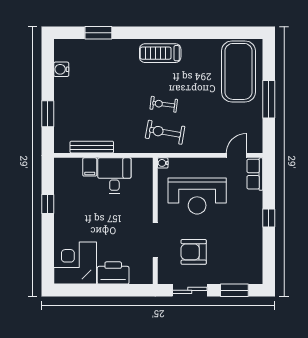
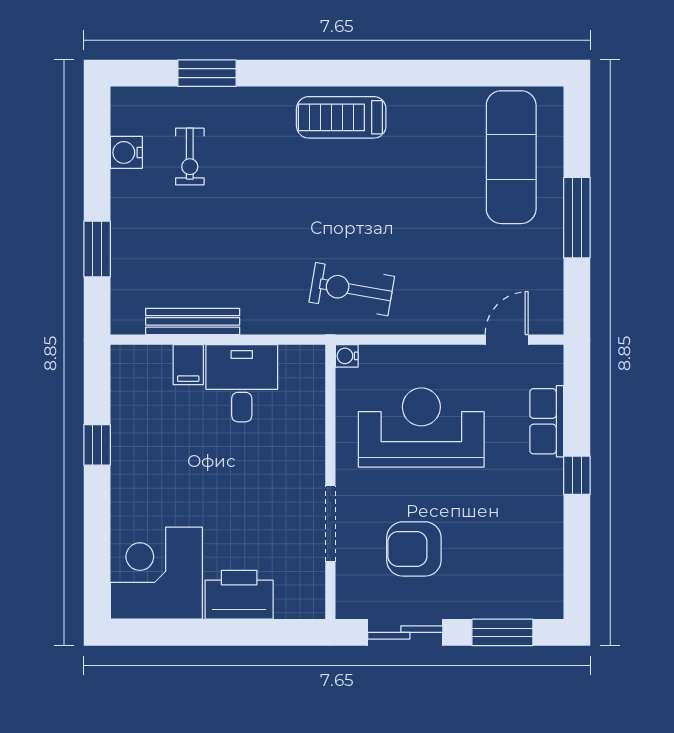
exercise mat: (238, 71) -> (511, 157), width x0.68
exercise bike: (164, 104) -> (190, 156), moved, turned -97
row of seats: (255, 174) -> (547, 421), moved
reception desk: (197, 196) -> (421, 428), turned 180

